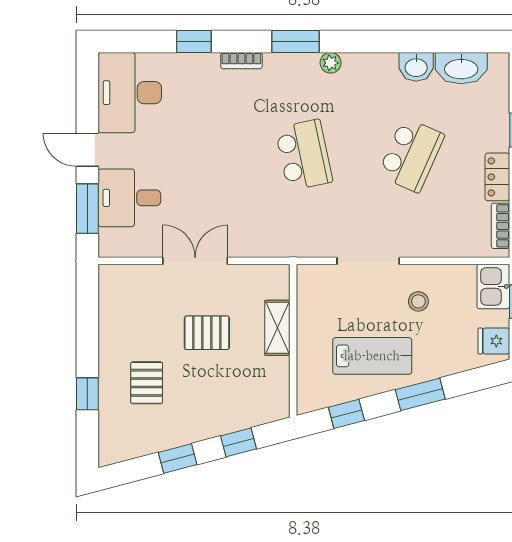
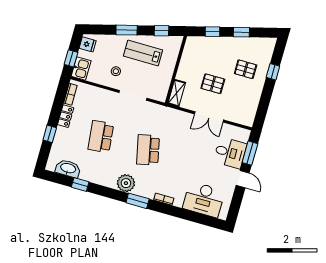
window: (194, 42) -> (80, 185), moved
plant: (331, 63) -> (126, 183), width x1.88, depth x1.88
washbasin: (416, 67) -> (88, 175), removed
desk: (130, 93) -> (204, 199), moved, turned 90
school desk: (411, 155) -> (101, 137), turned -30
shelving: (277, 328) -> (177, 93), moved
pallet: (147, 383) -> (246, 69), turned 90

